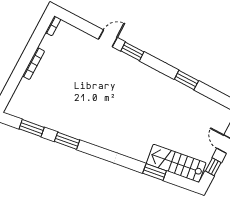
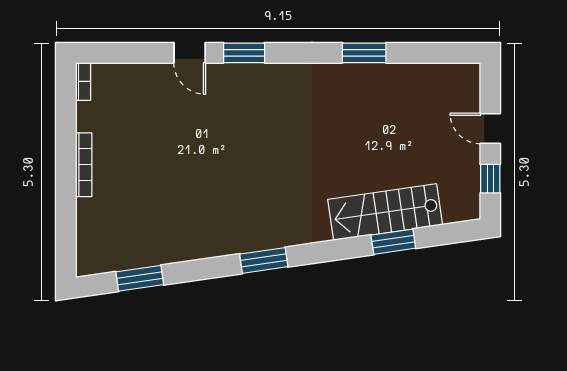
door: (108, 38) -> (190, 53), swing flipped
window: (67, 141) -> (264, 260), moved
stairs: (176, 163) -> (385, 212), moved

